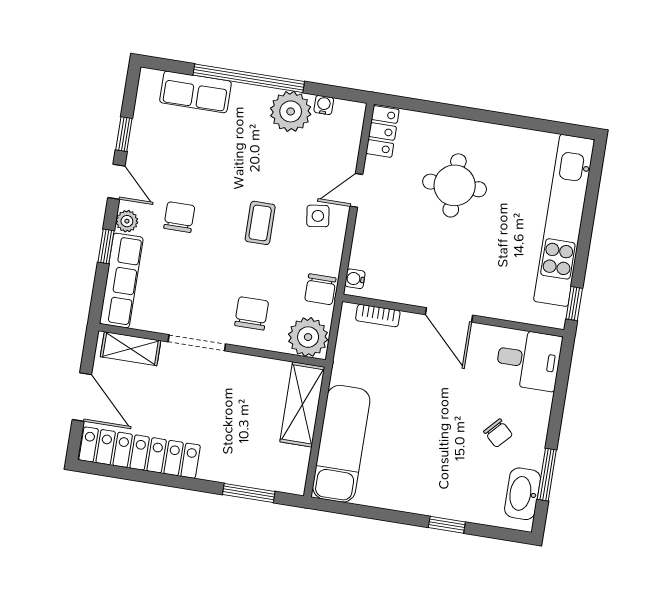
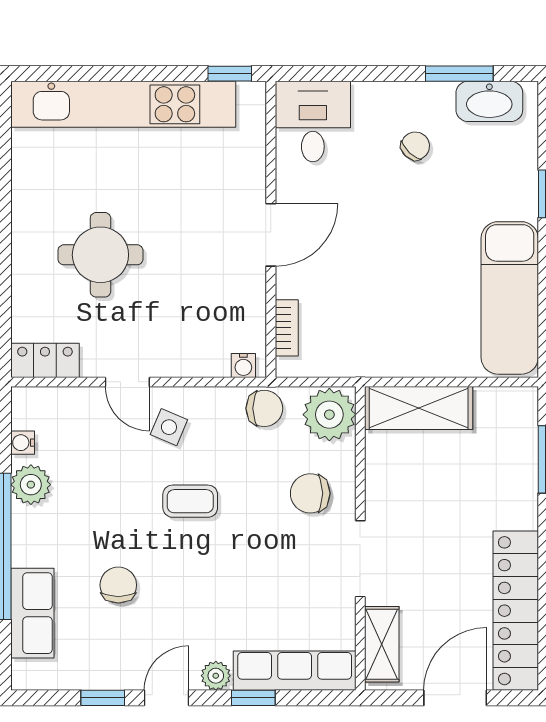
plant: (291, 111) -> (31, 485), width x0.73, depth x0.73
side table: (318, 216) -> (169, 427), turned 31
chair: (179, 217) -> (118, 585), moved, turned 90
exam couch: (341, 444) -> (510, 298), moved, turned -90

